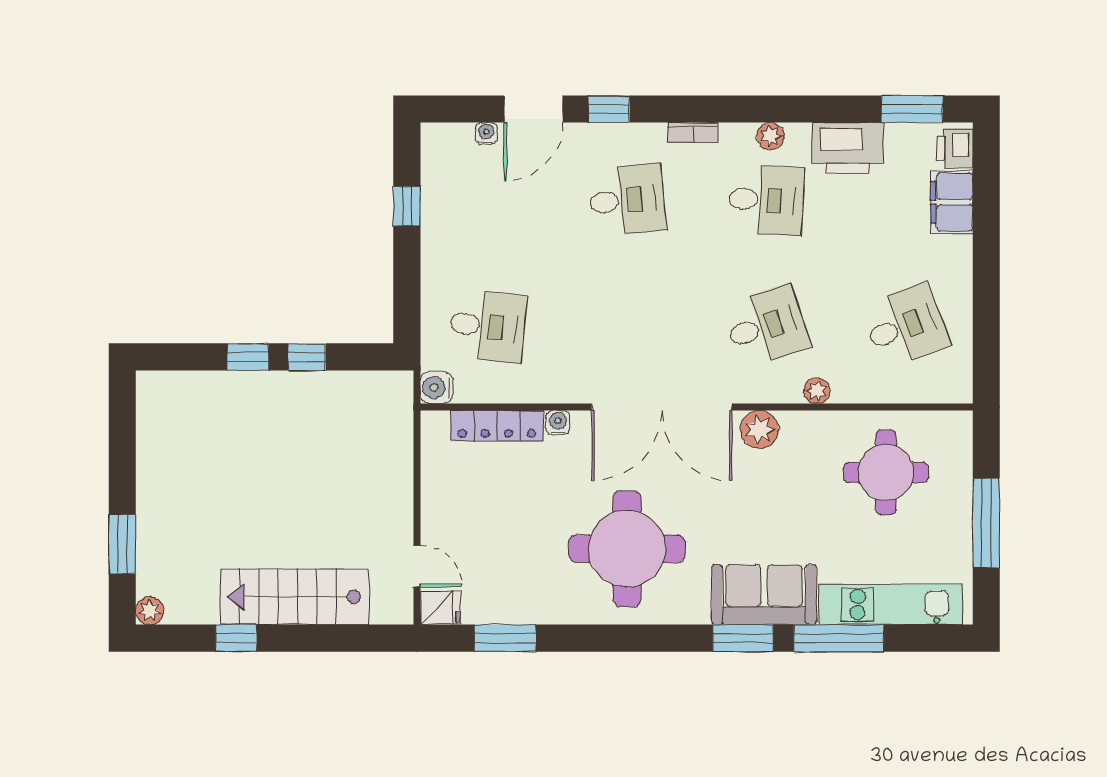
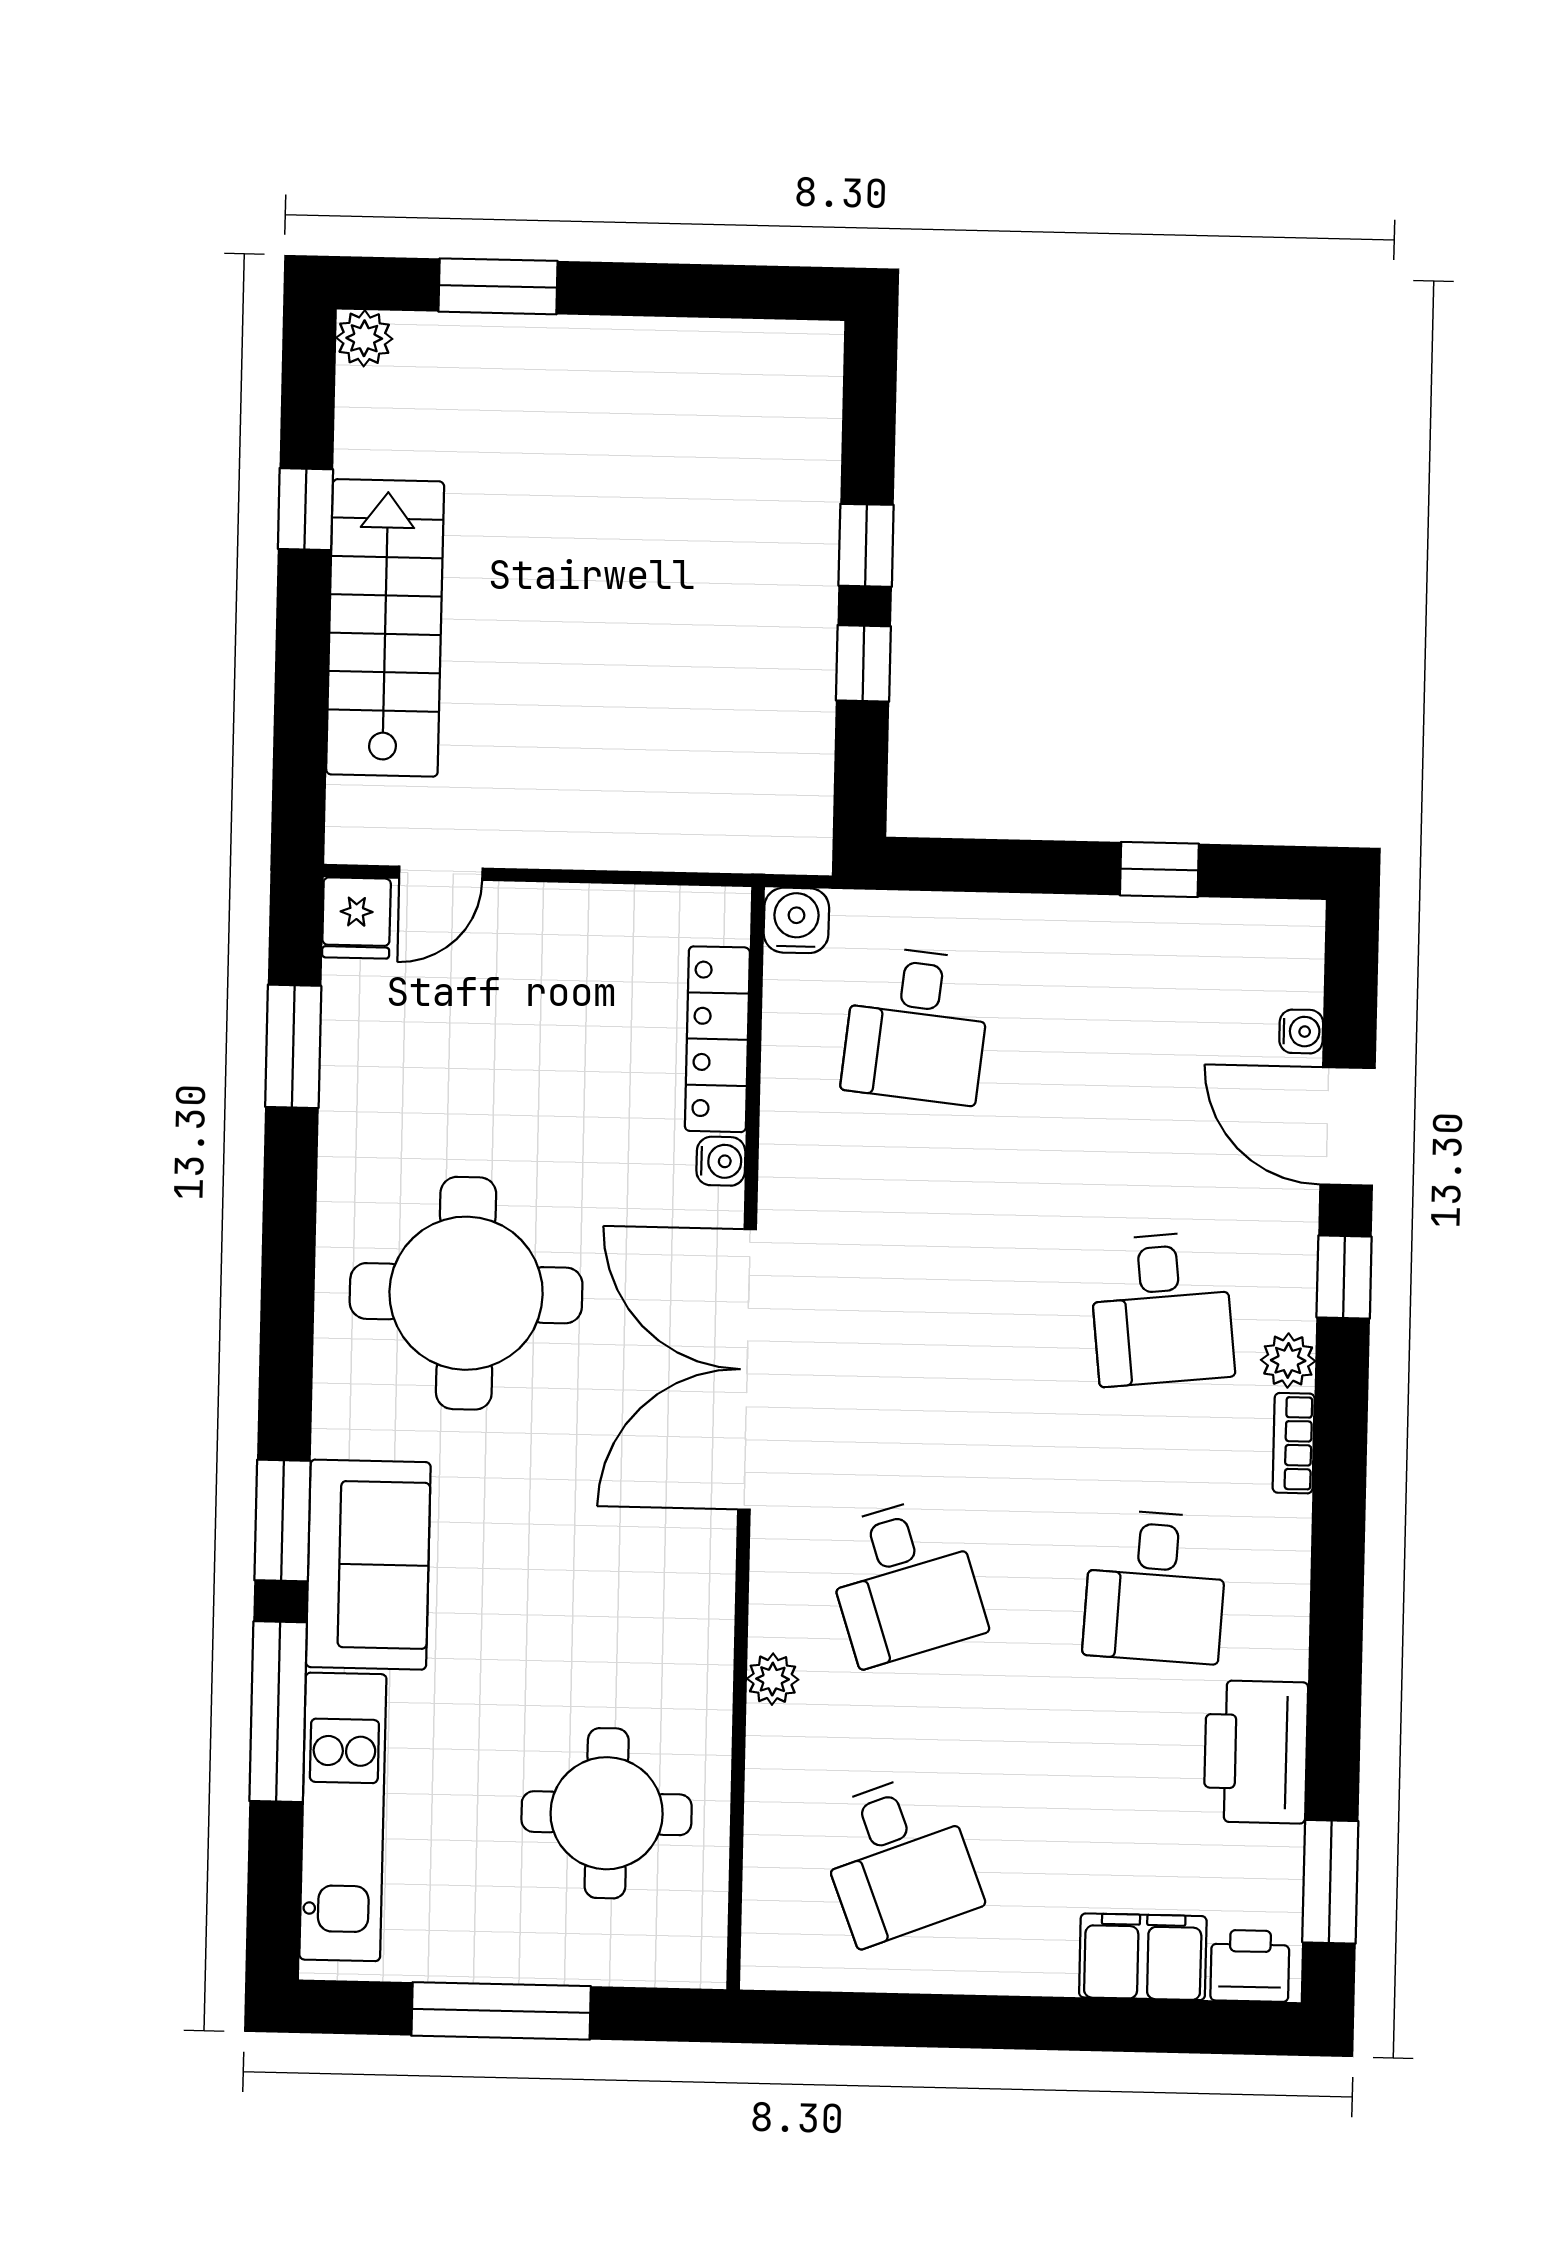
plant: (771, 136) -> (1288, 1360), moved
plant: (760, 429) -> (698, 1563), removed

